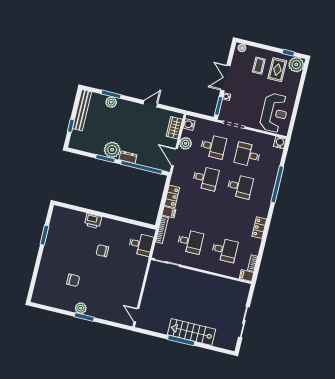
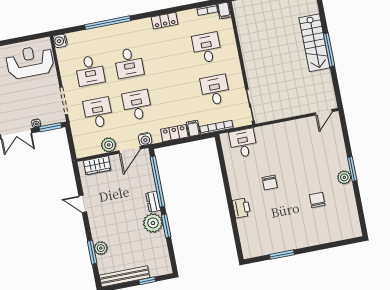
water cooler: (189, 124) -> (145, 139), moved
desk: (240, 186) -> (129, 63), turned 180

